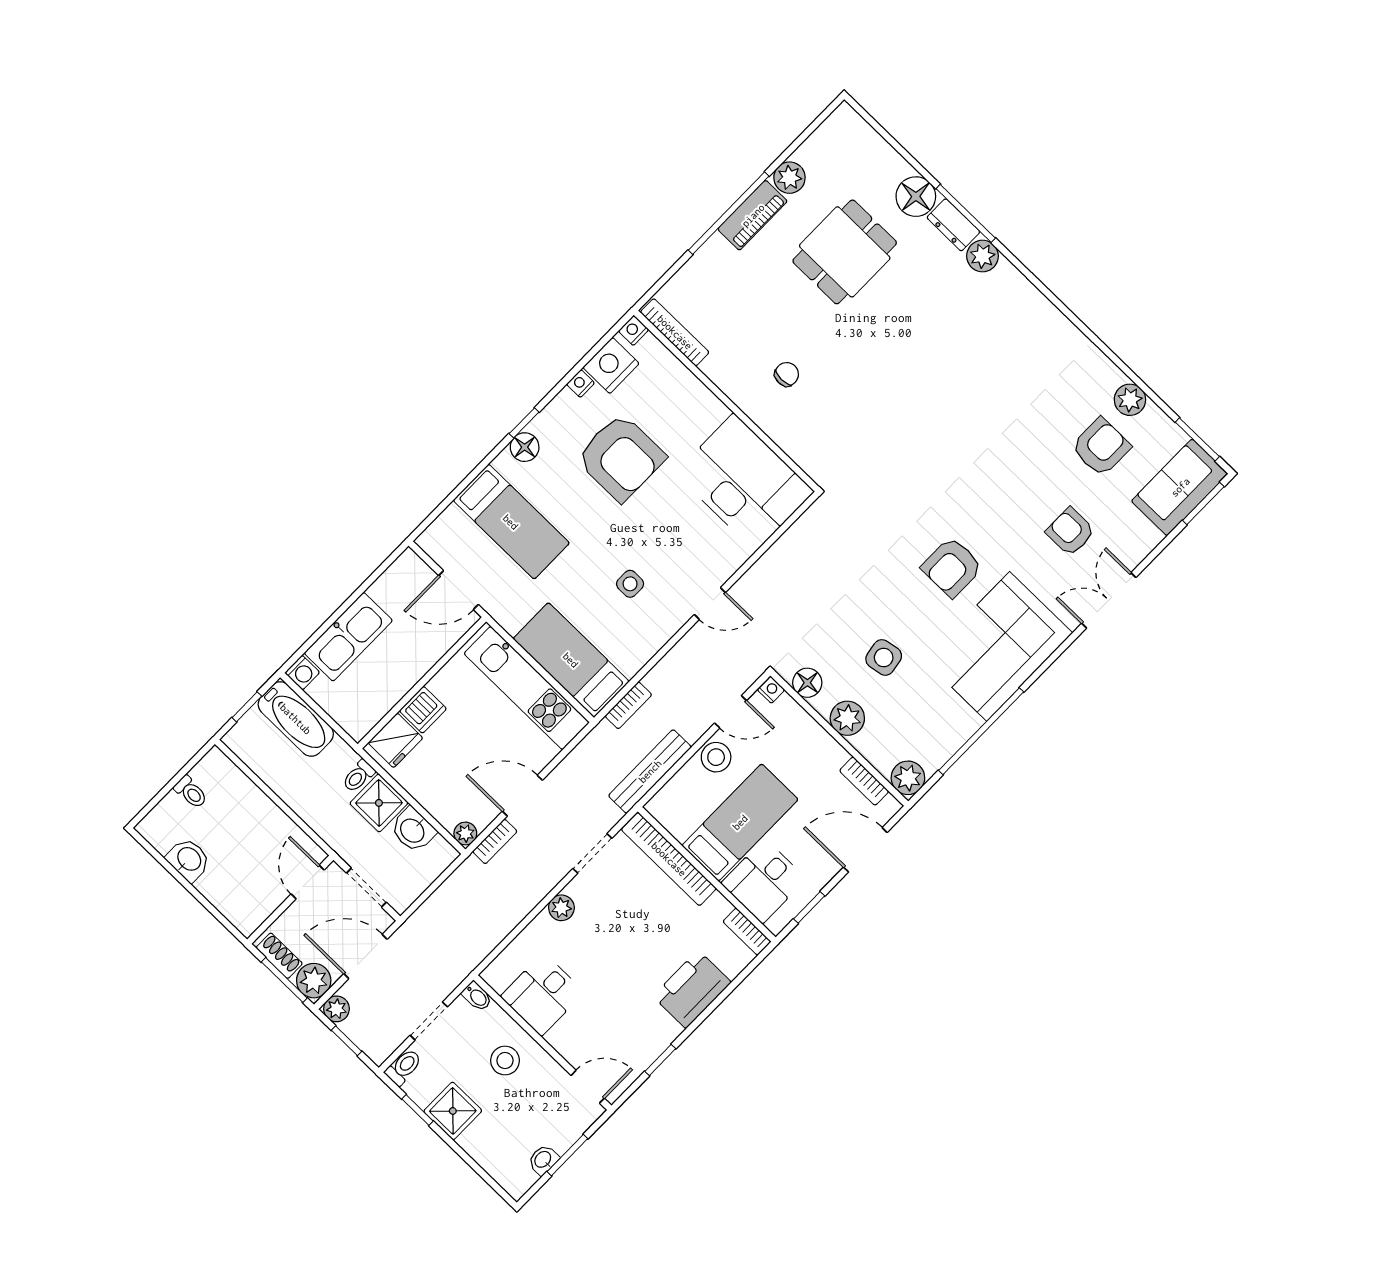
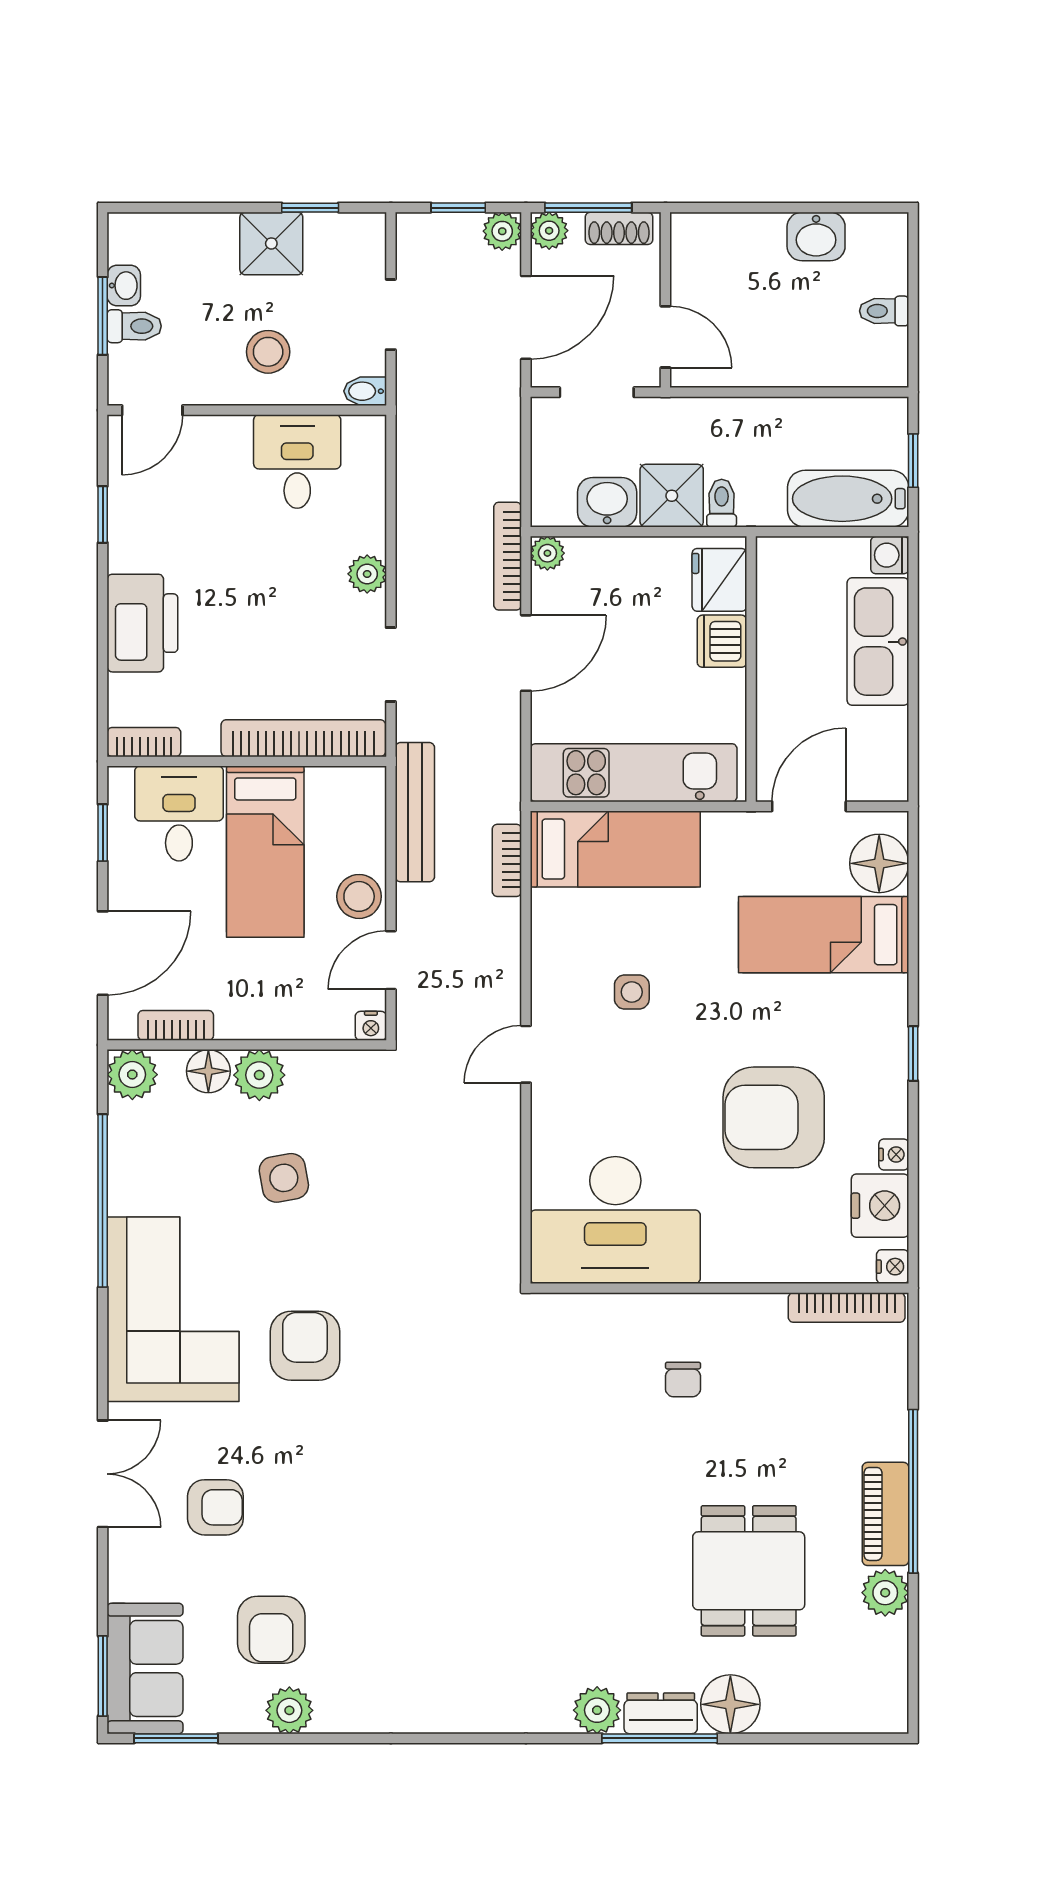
floor lamp: (525, 447) -> (879, 863), moved, width x1.38, depth x1.38
floor lamp: (807, 683) -> (208, 1071), moved
bookcase: (495, 841) -> (508, 556), width x1.56
plant: (314, 981) -> (549, 231), width x0.73, depth x0.73
toilet: (404, 1067) -> (134, 326), moved, turned -90

